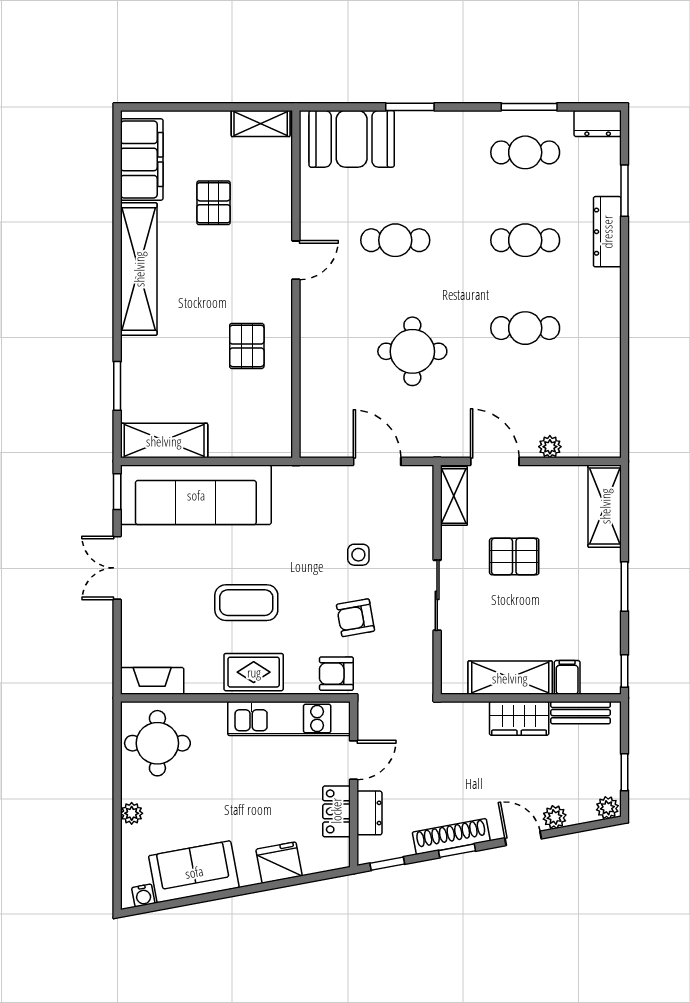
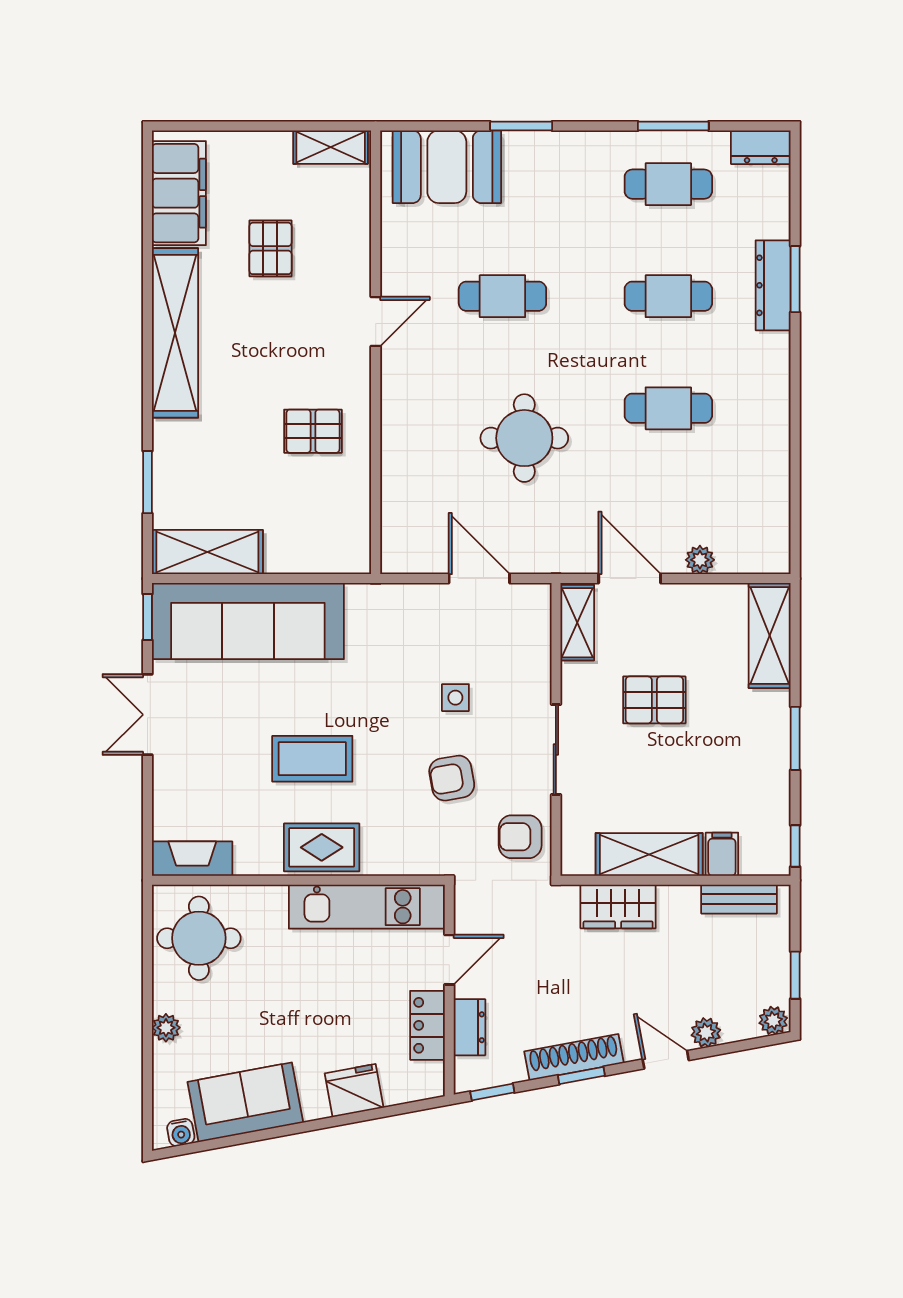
window: (625, 191) -> (795, 279), moved
pallet: (247, 346) -> (313, 431), turned 90
armchair: (336, 674) -> (520, 837), moved
wardrobe: (519, 718) -> (618, 907), moved

